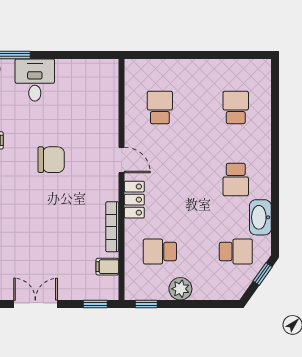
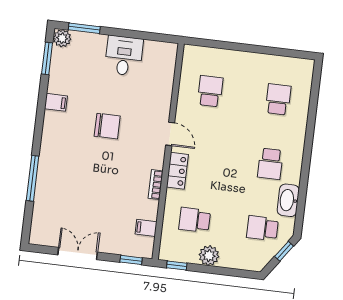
desk: (35, 80) -> (124, 56), moved
bookcase: (112, 227) -> (156, 185), width x0.64
school desk: (236, 251) -> (262, 228), turned 180

